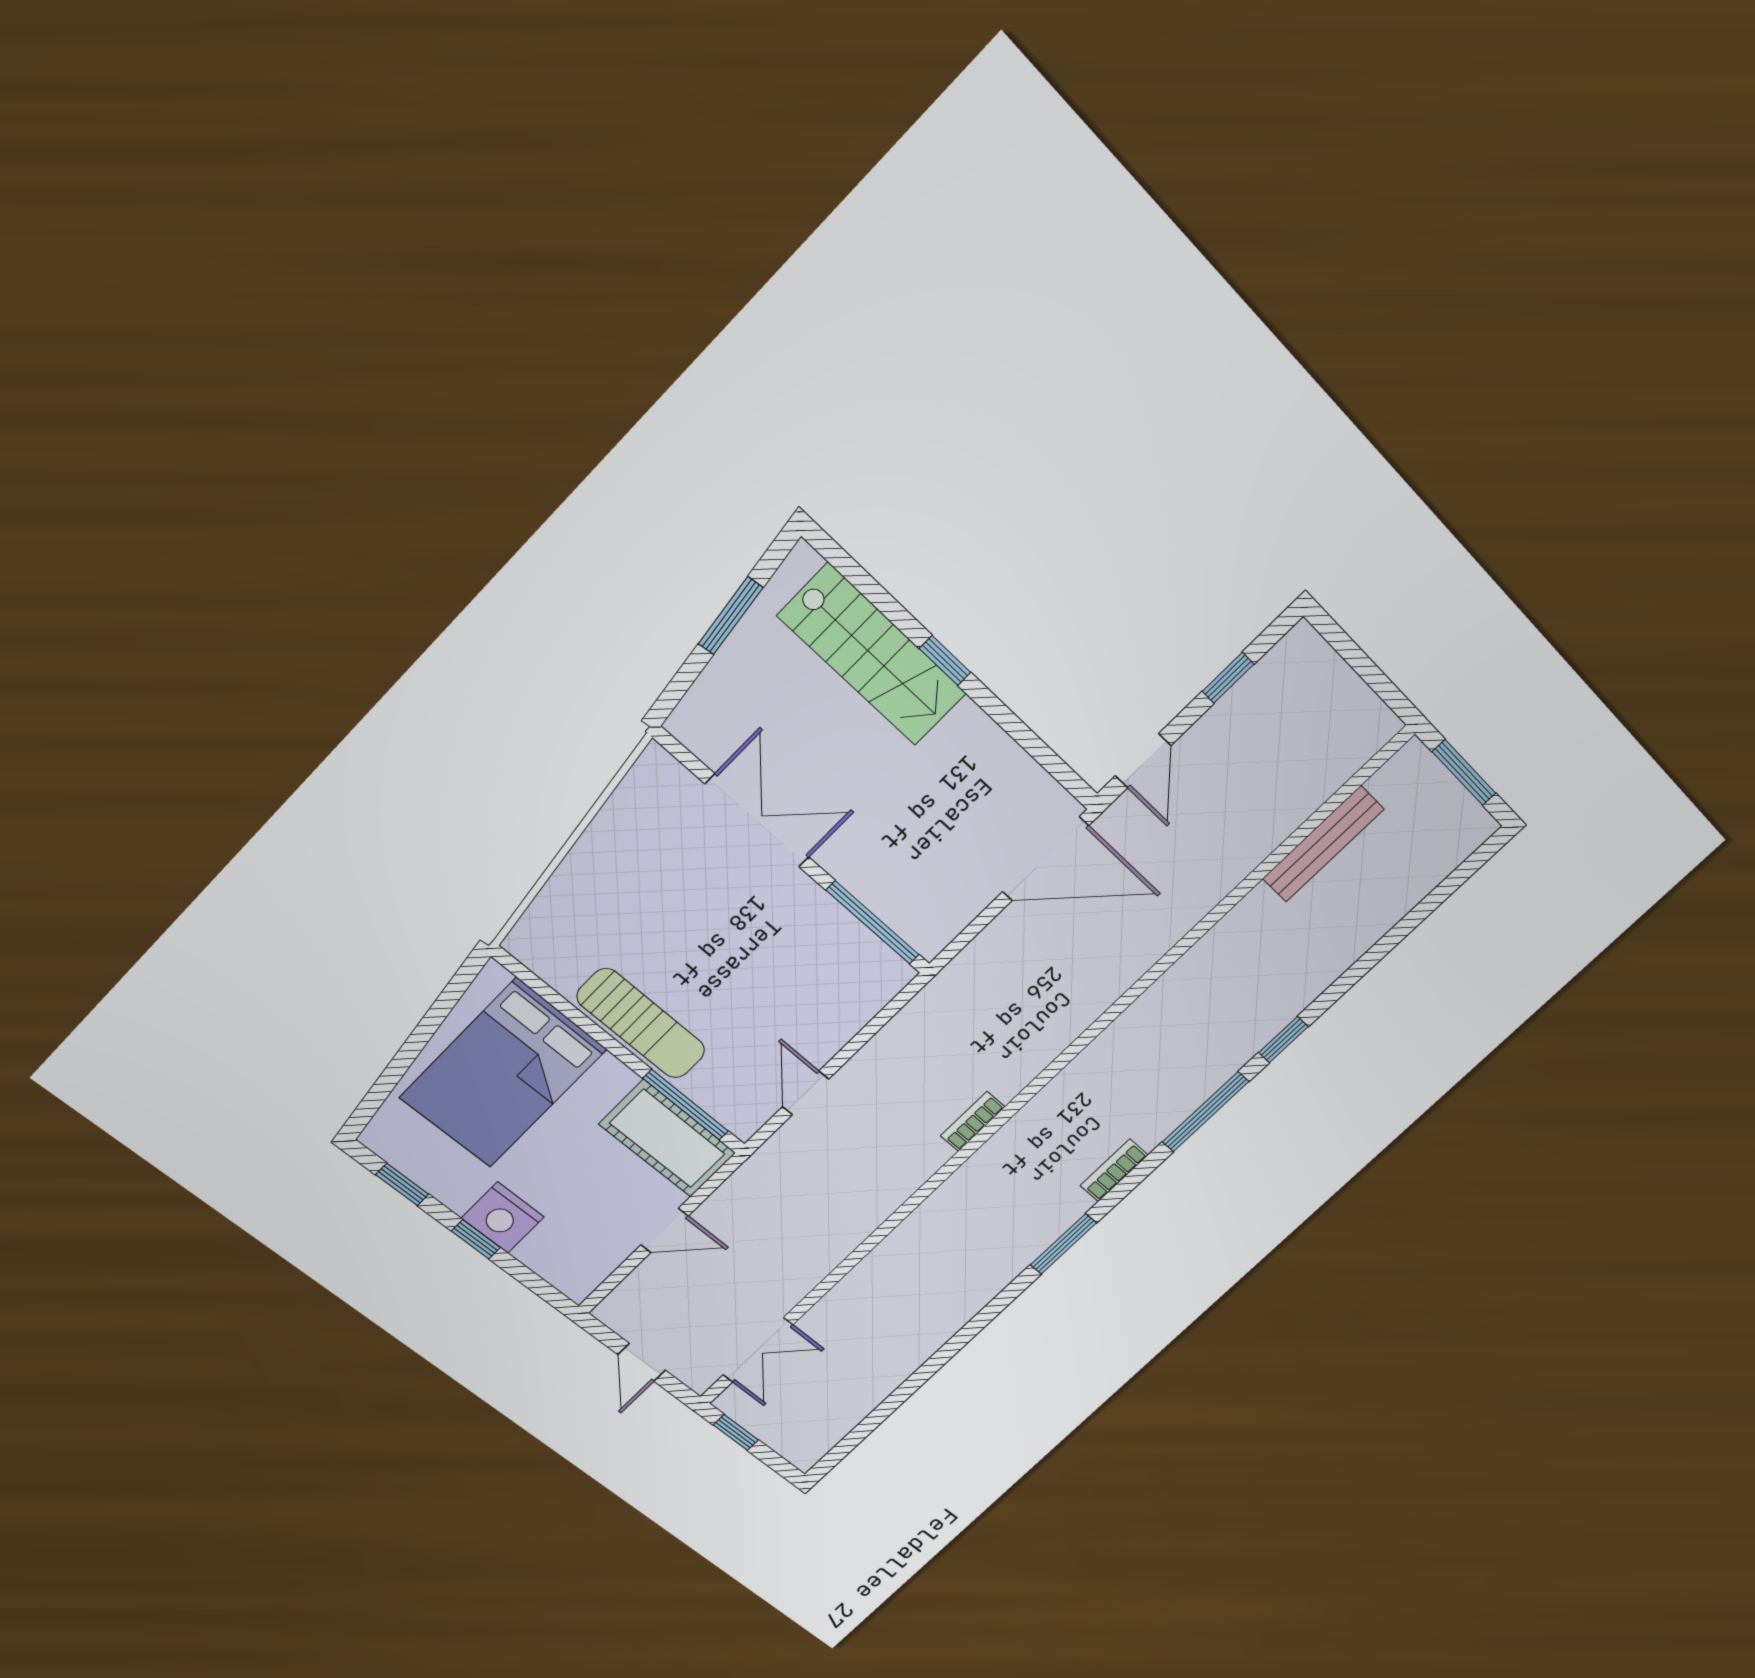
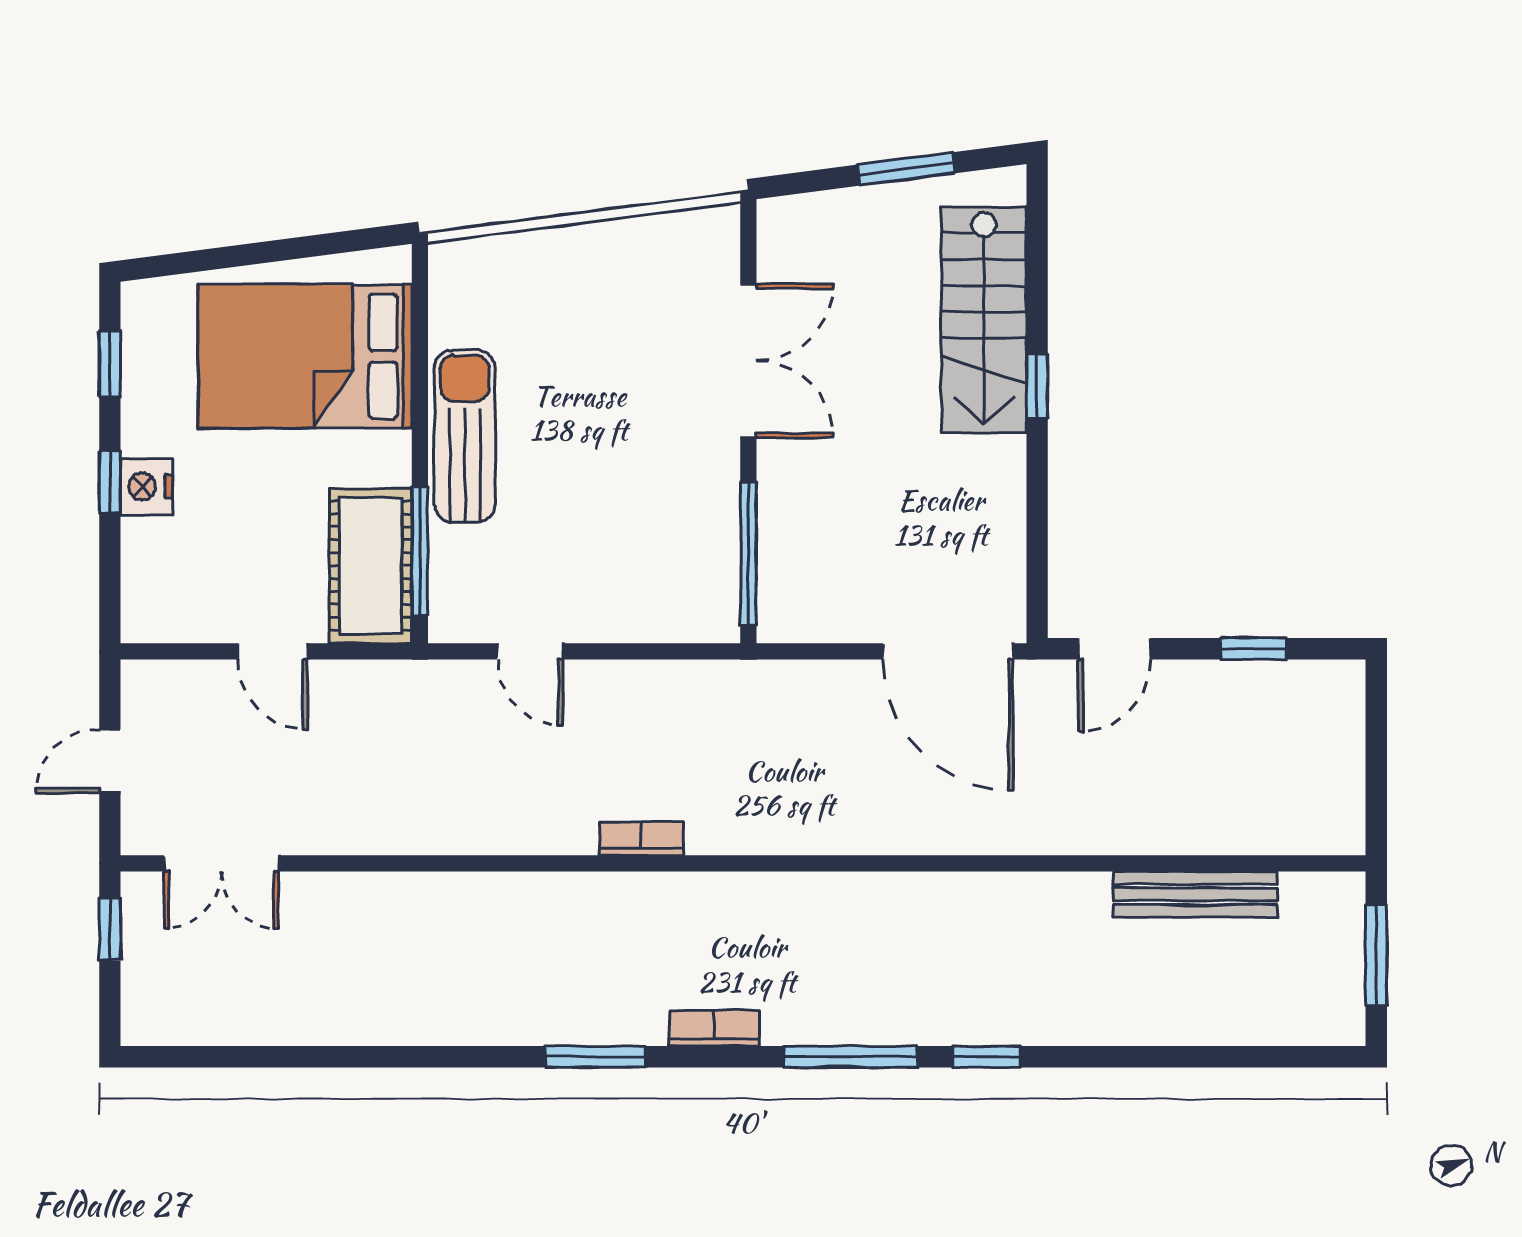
sun lounger: (641, 1024) -> (465, 436), turned 180
door: (806, 1093) -> (530, 651), swing flipped
nightstand: (503, 1218) -> (146, 487), width x0.74, depth x0.75

